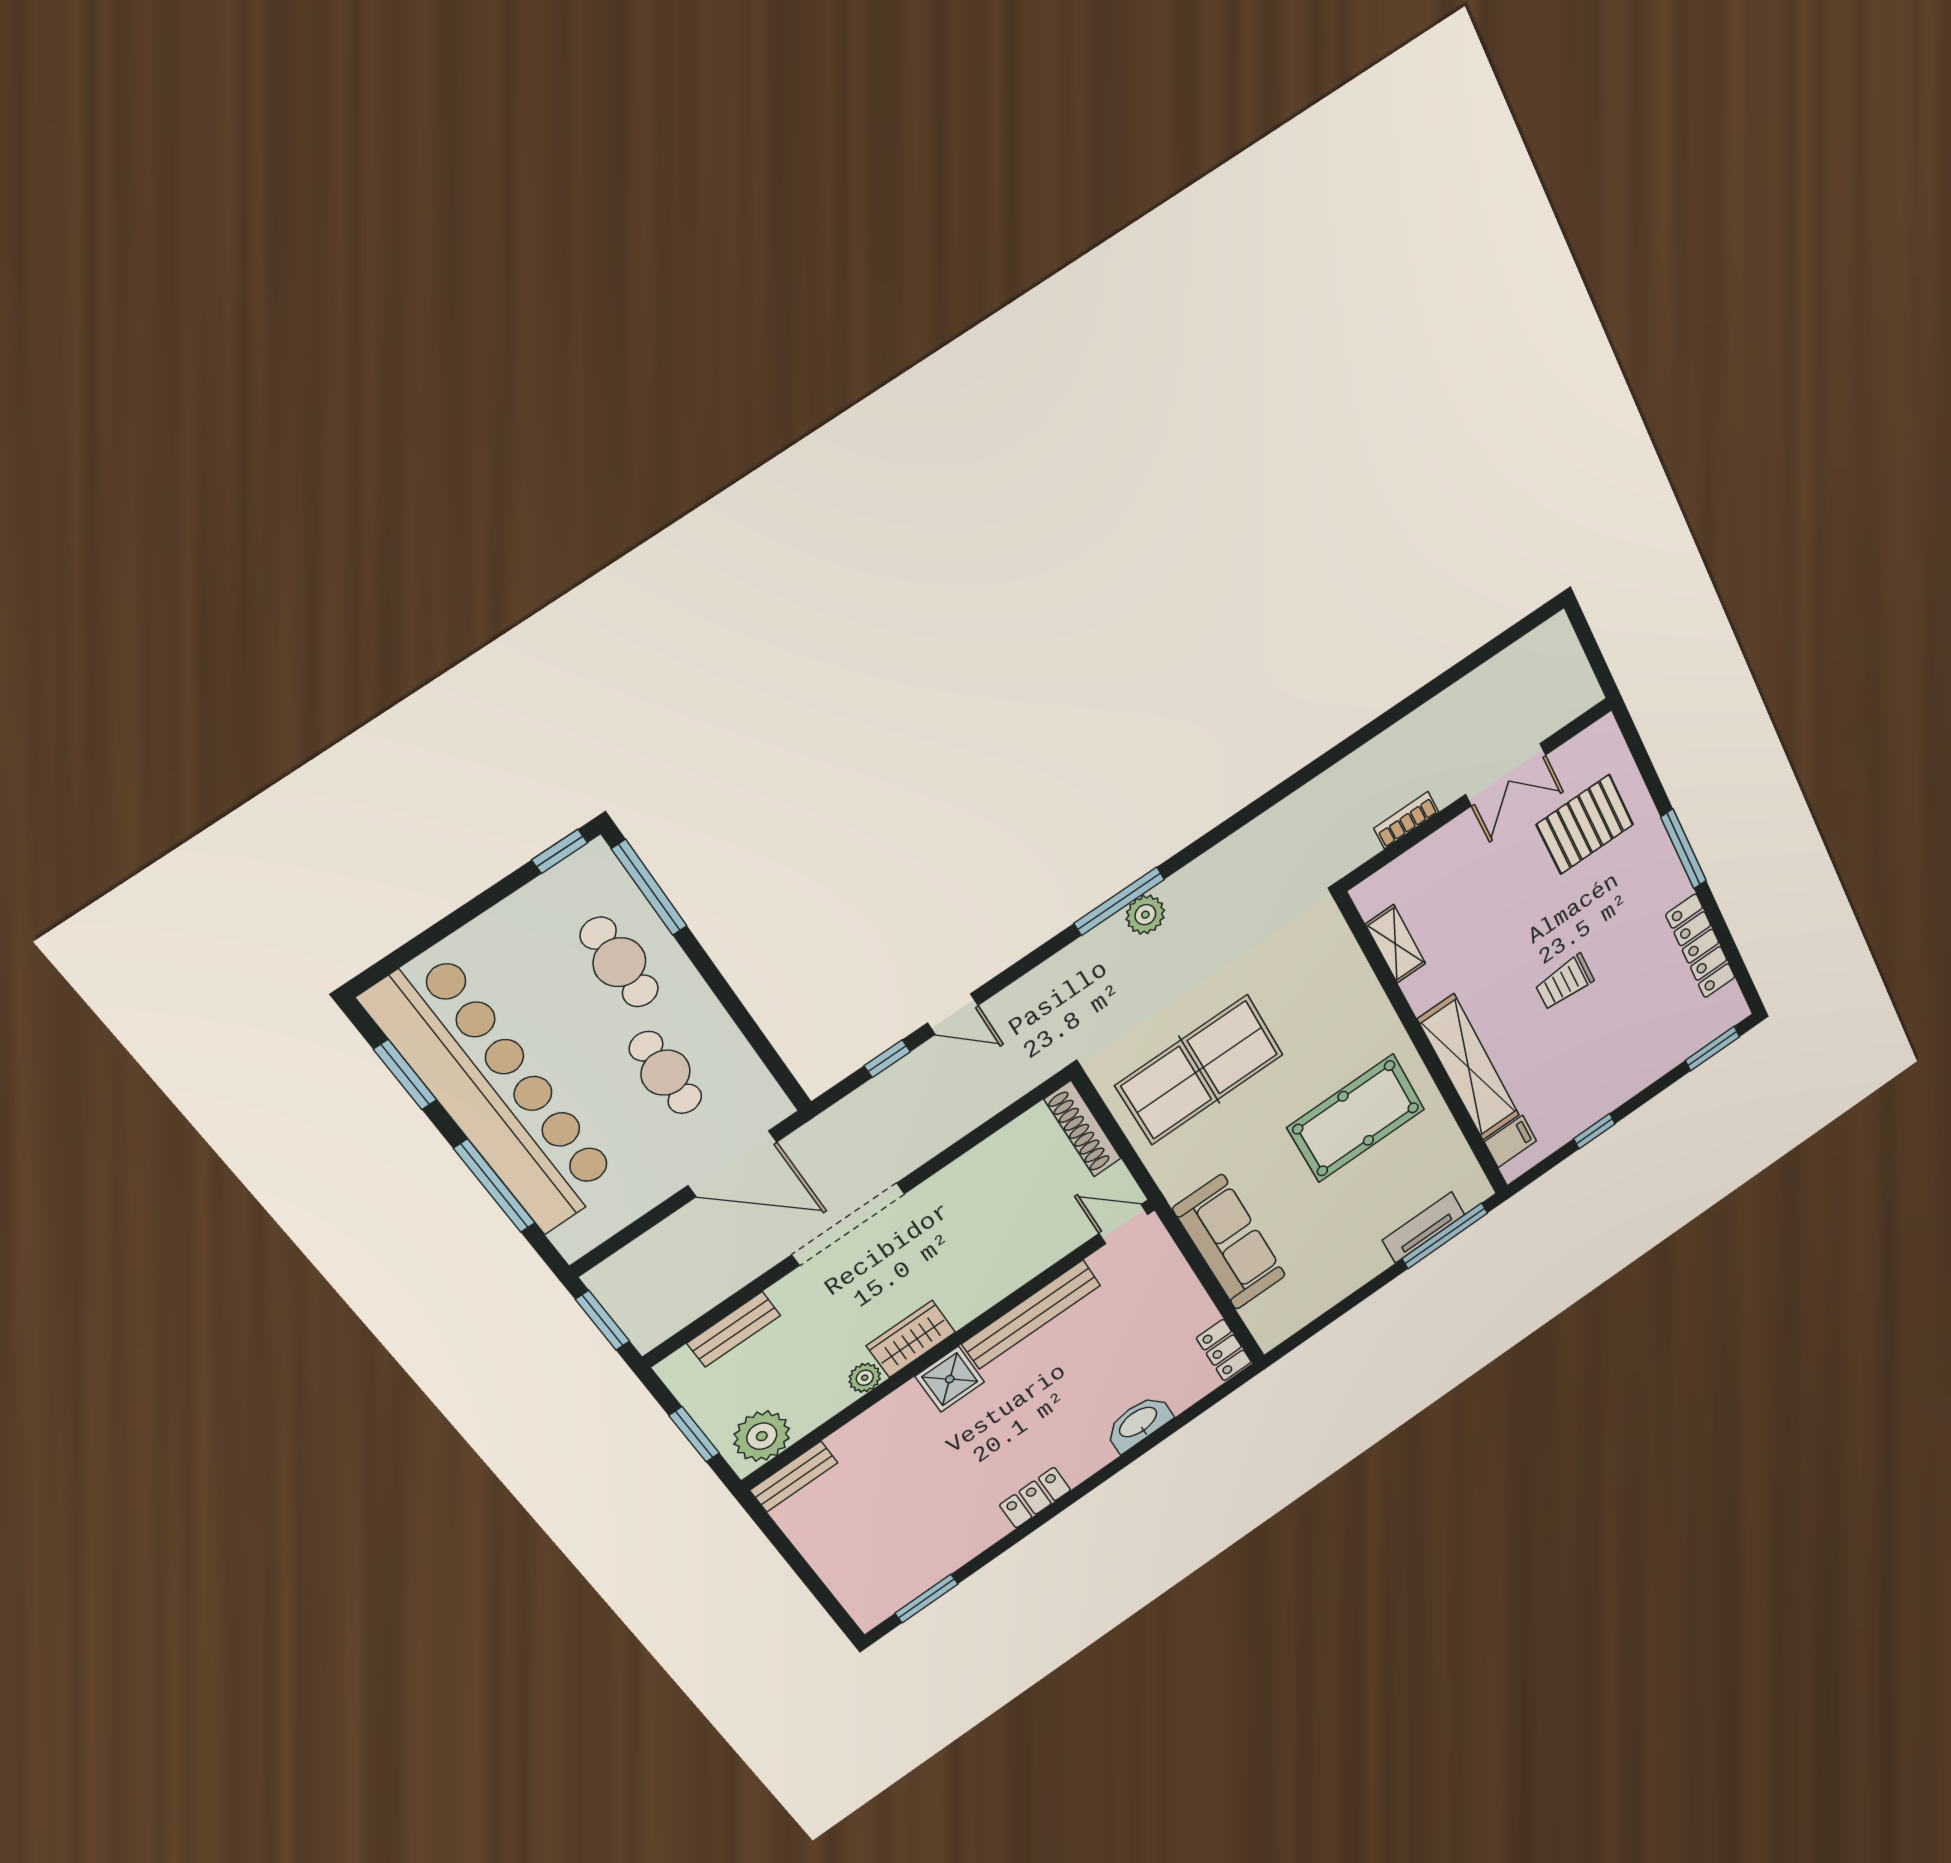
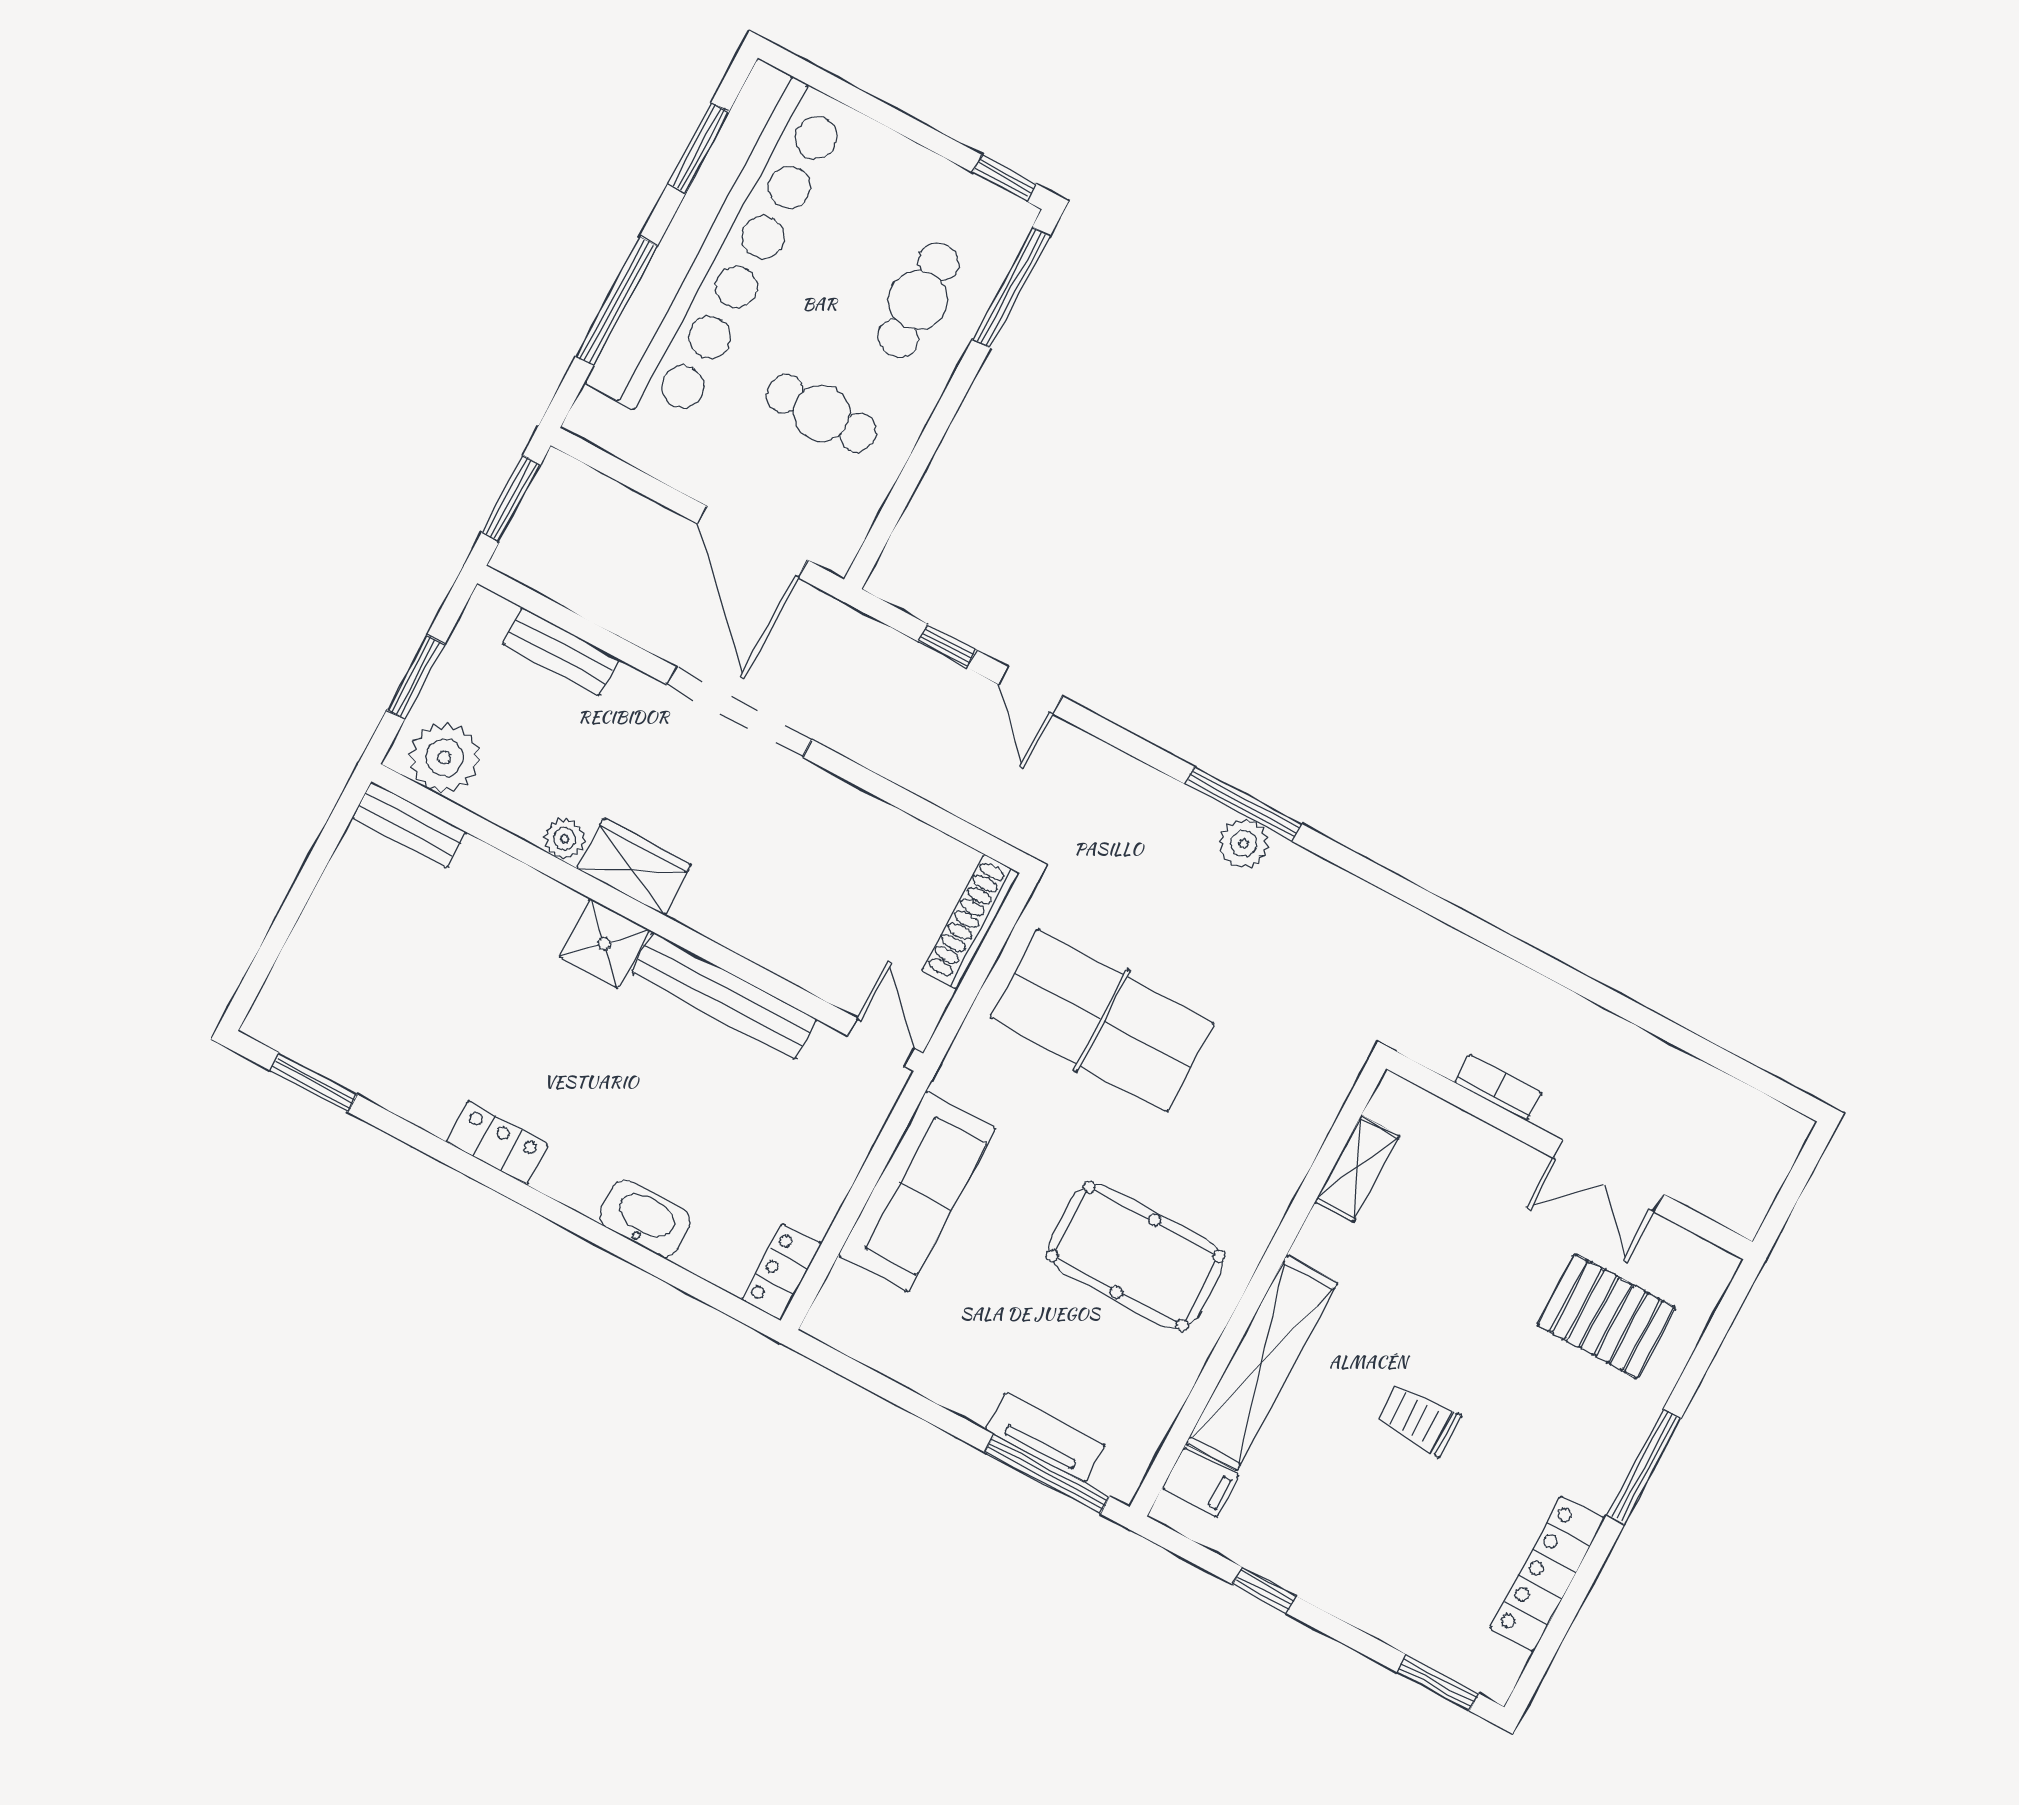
cafe table: (665, 1073) -> (822, 413), turned 90

